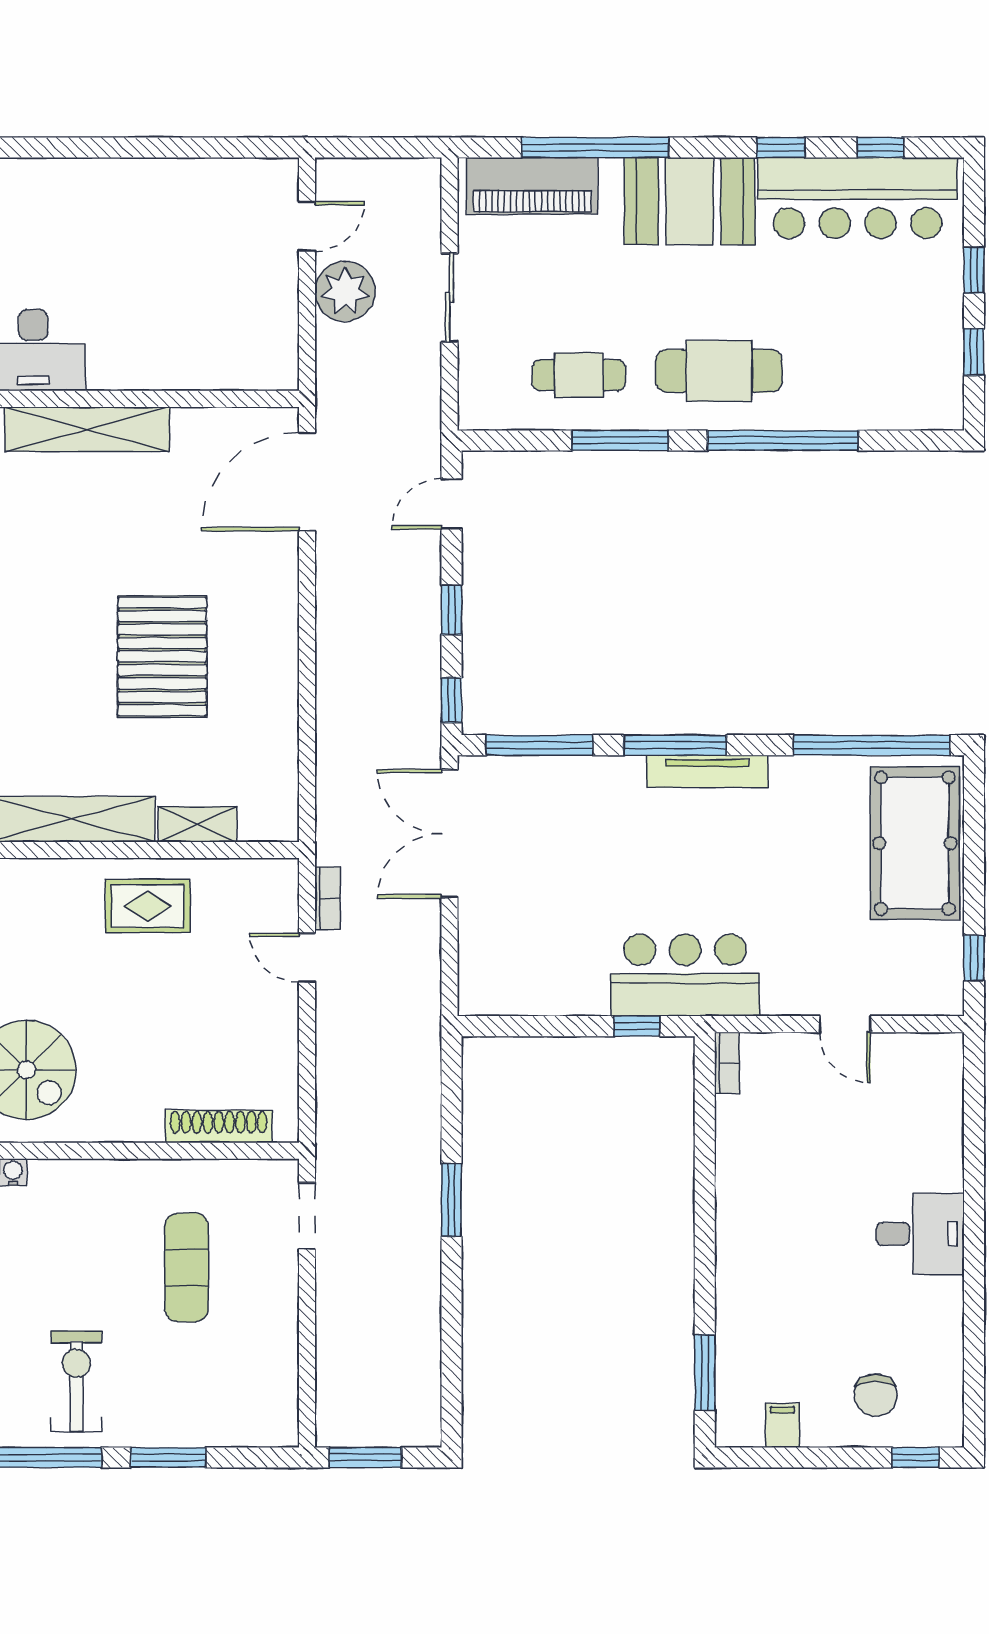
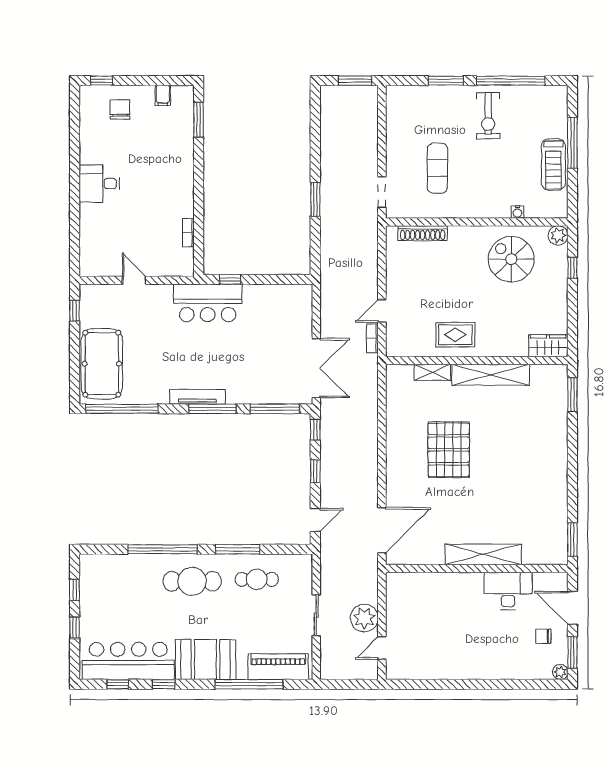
door: (307, 958) -> (382, 311), swing flipped
bookcase: (727, 1063) -> (188, 233), moved

